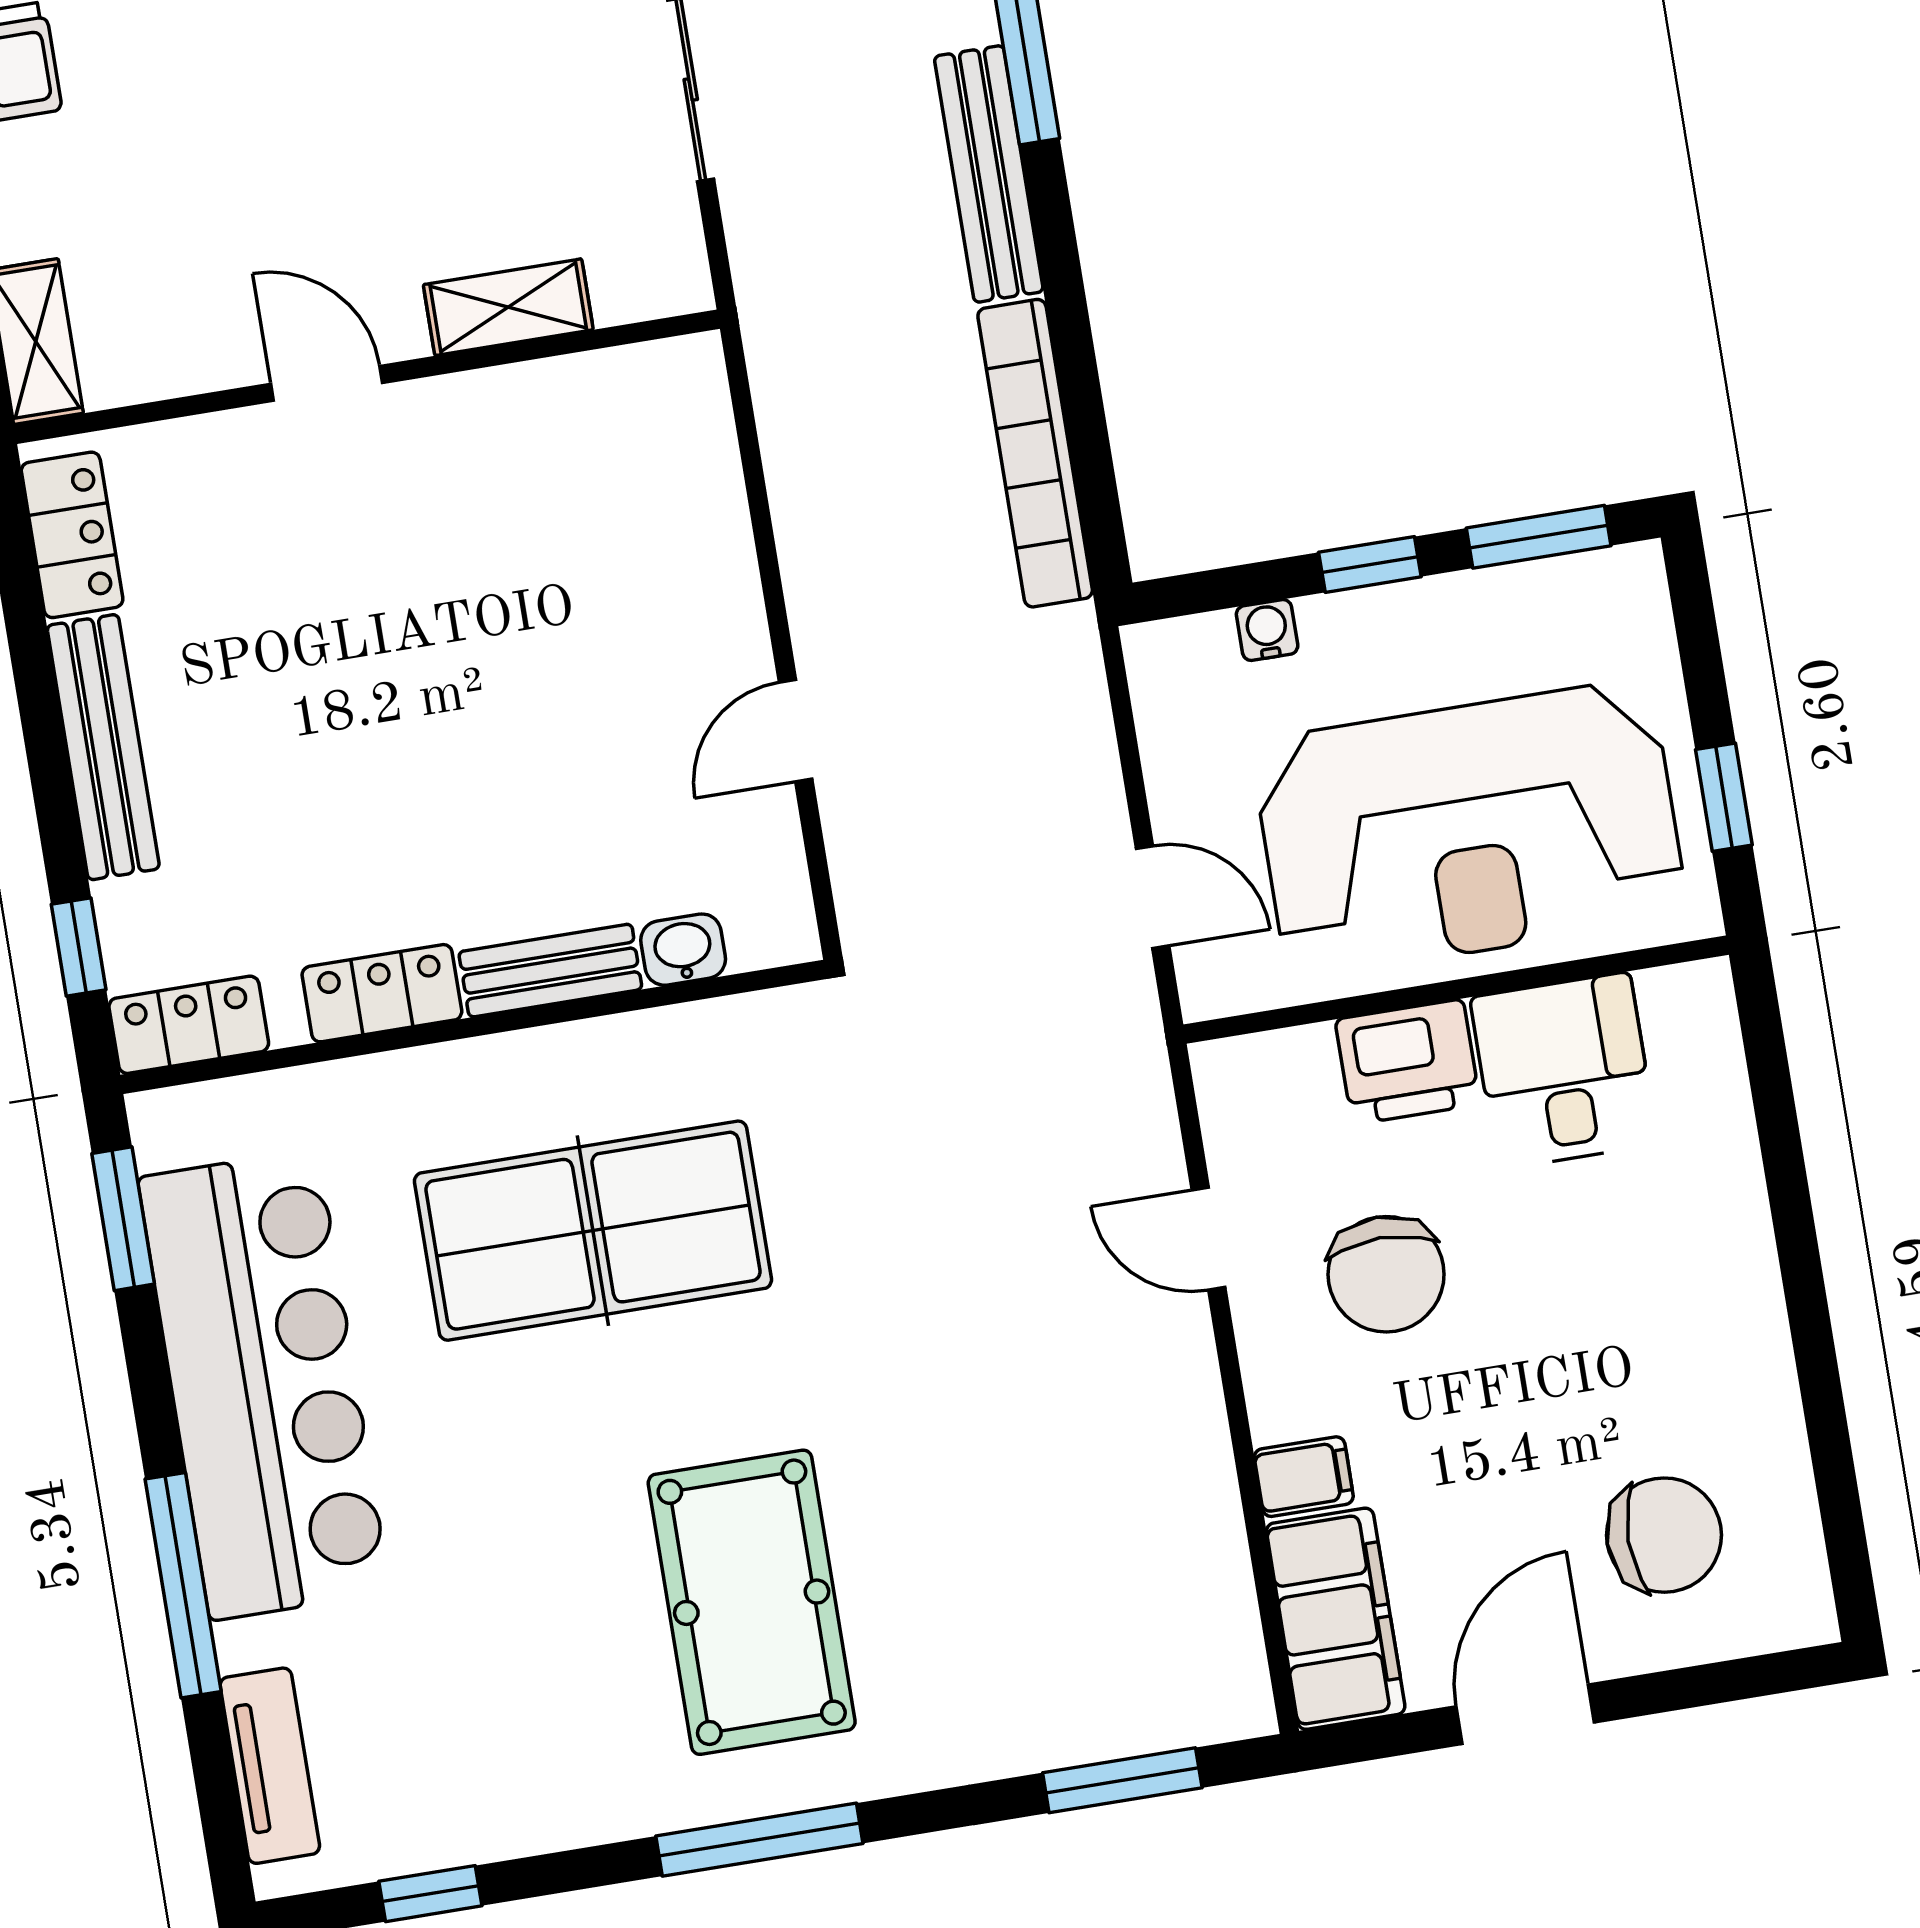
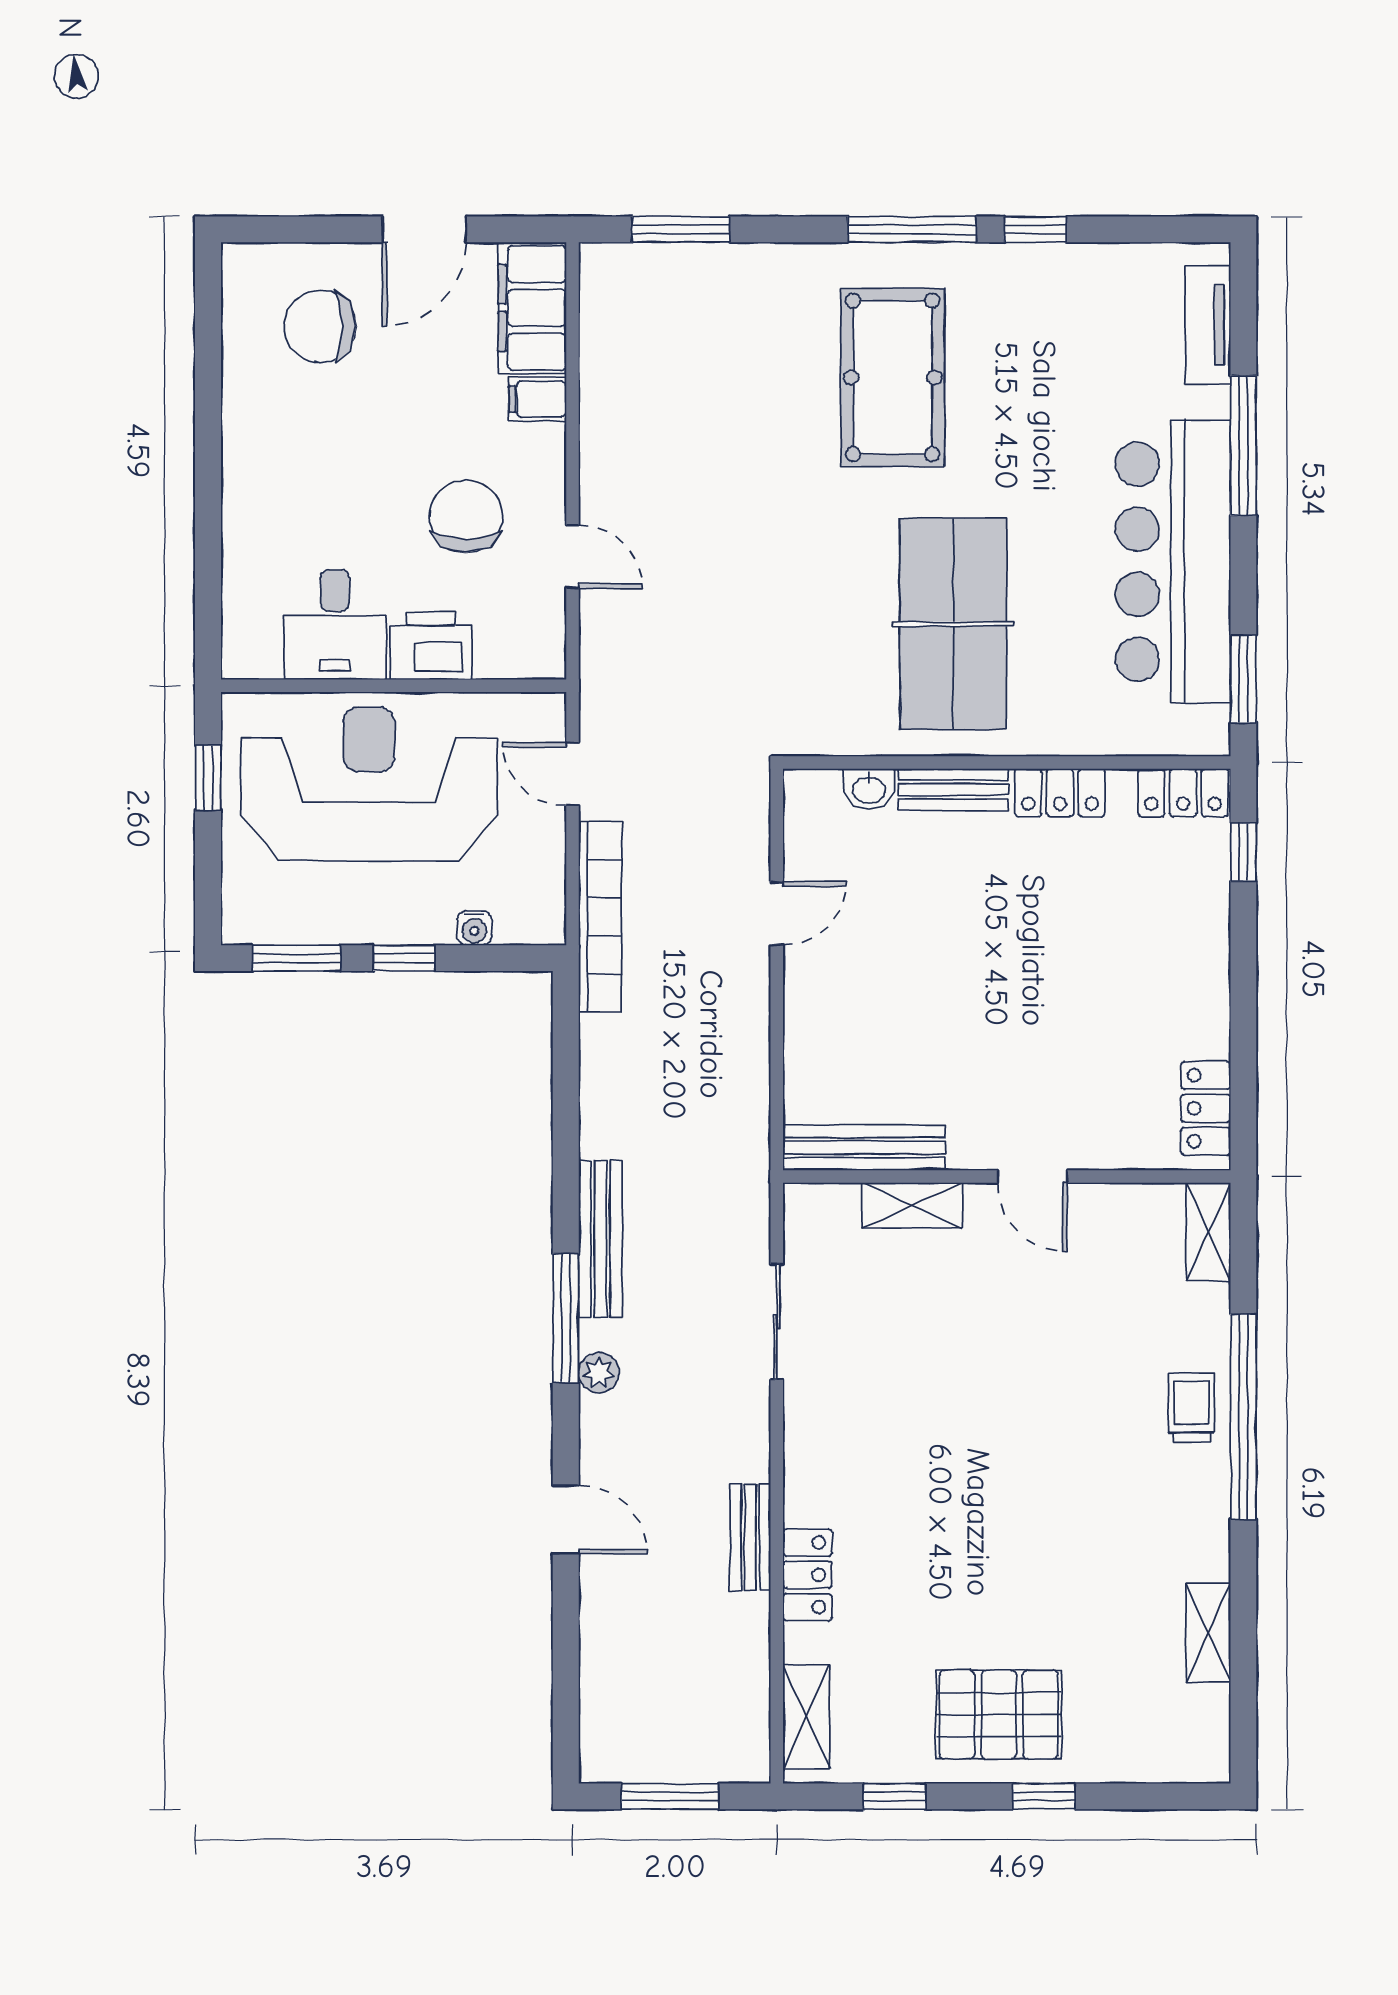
bookcase: (1035, 453) -> (600, 917), moved
bench: (103, 747) -> (864, 1148), moved, turned 90
table tennis table: (593, 1231) -> (953, 624), turned 90
window: (430, 1894) -> (1035, 229), moved

